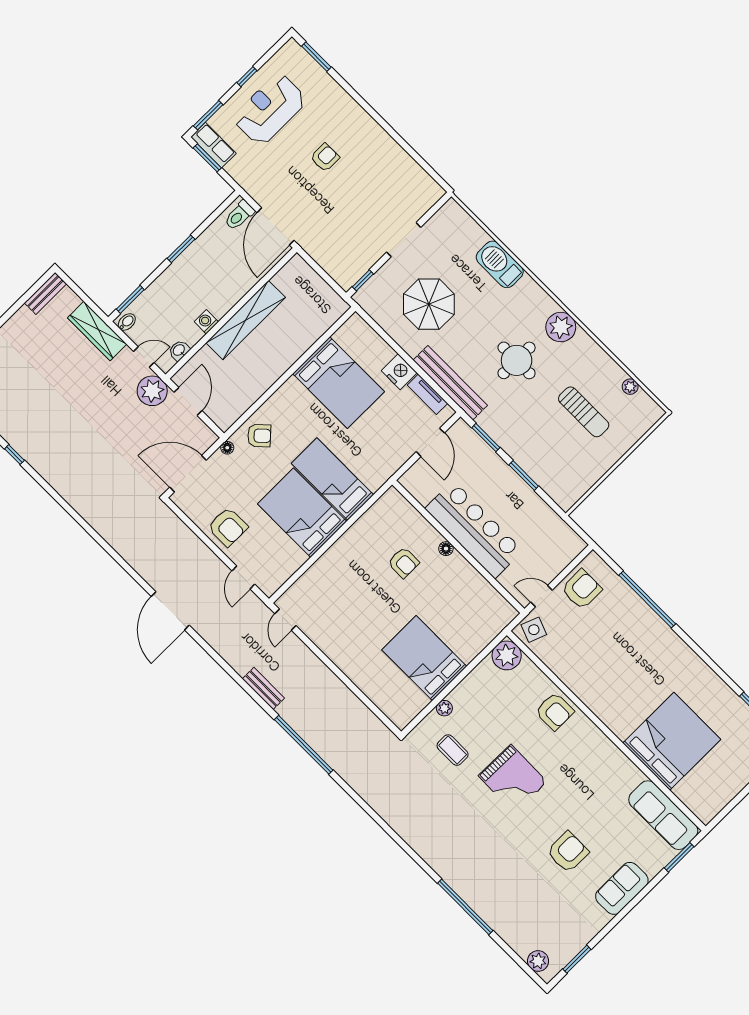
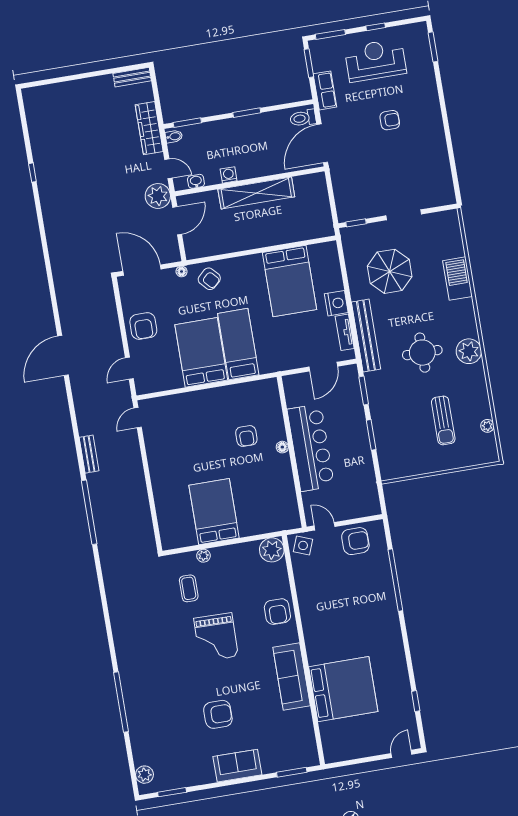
row of seats: (213, 145) -> (325, 90), moved
sofa: (663, 815) -> (292, 677), moved

